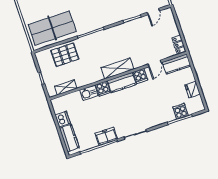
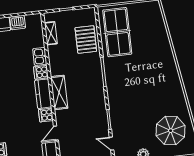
door: (154, 64) -> (56, 133), hinge flipped

